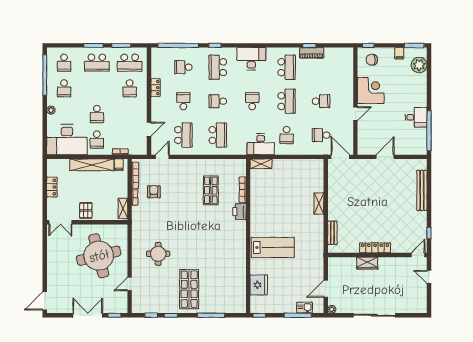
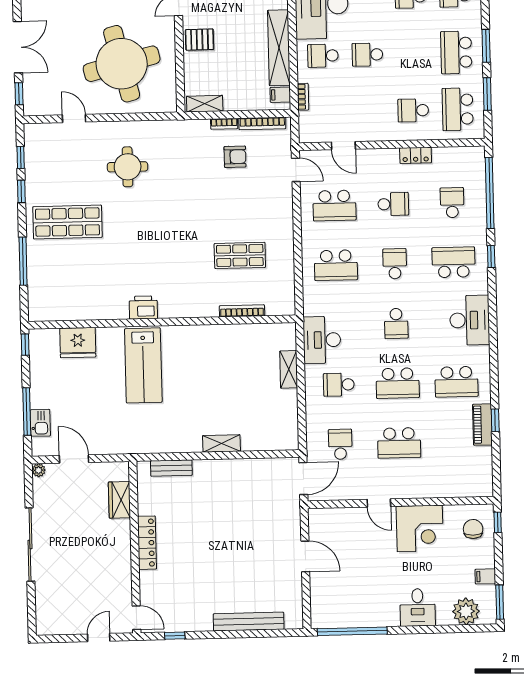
school desk: (252, 101) -> (396, 323), turned 90
school desk: (321, 101) -> (399, 443), width x1.85
desk: (416, 117) -> (418, 607), moved
shelving: (261, 164) -> (289, 369), moved
printer: (239, 212) -> (143, 307), moved
wardrobe: (367, 263) -> (119, 500), moved

